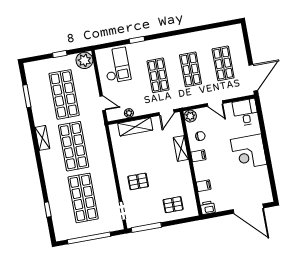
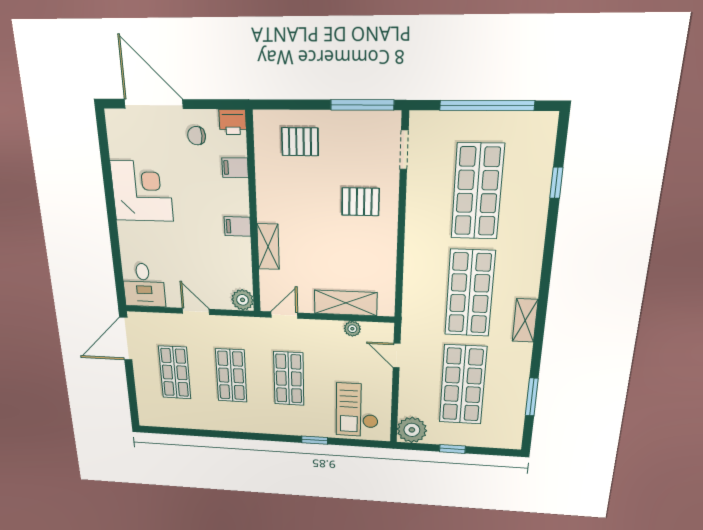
chair: (200, 136) -> (197, 136), moved
corner desk: (249, 152) -> (142, 191), moved

